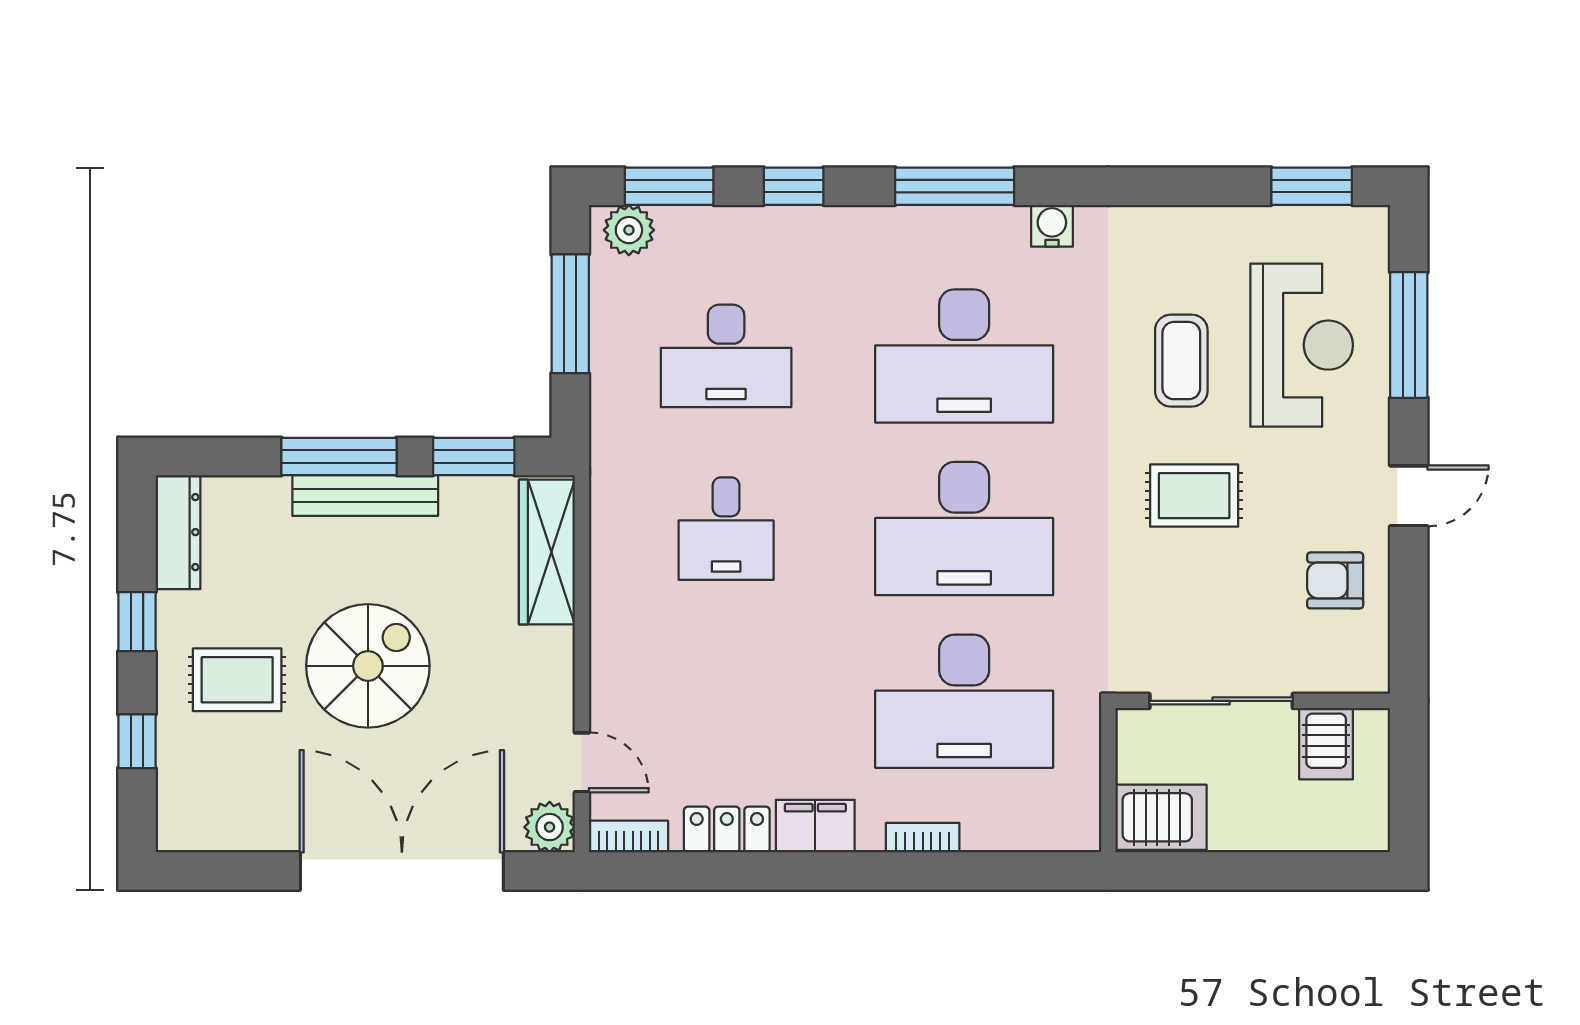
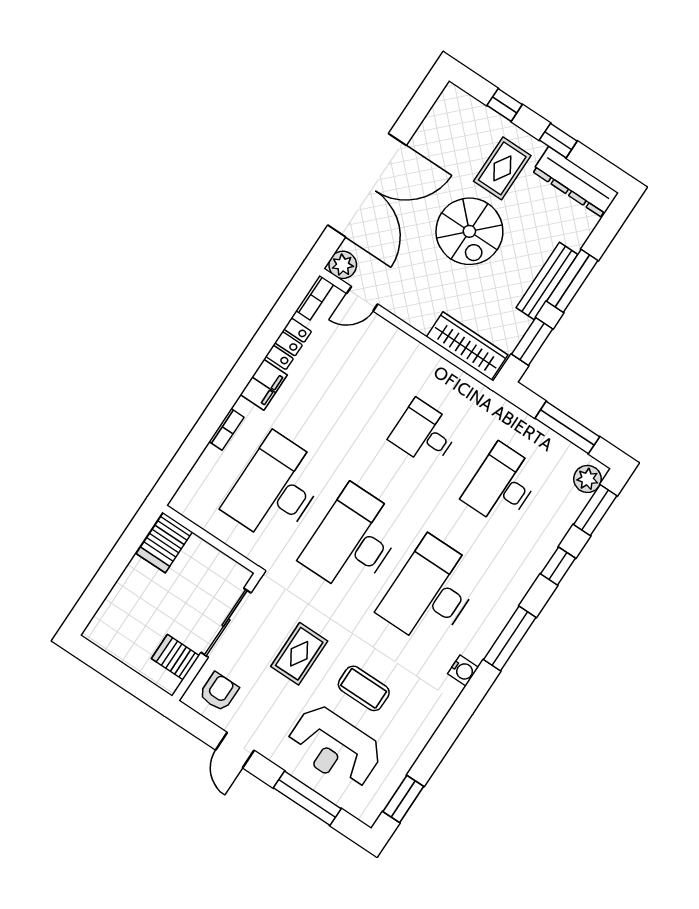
dresser: (178, 532) -> (575, 182), width x1.37, depth x1.24
sliding door: (1221, 701) -> (226, 623), moved
wall: (1253, 701) -> (217, 637), moved
server rack: (1326, 744) -> (175, 657), moved

